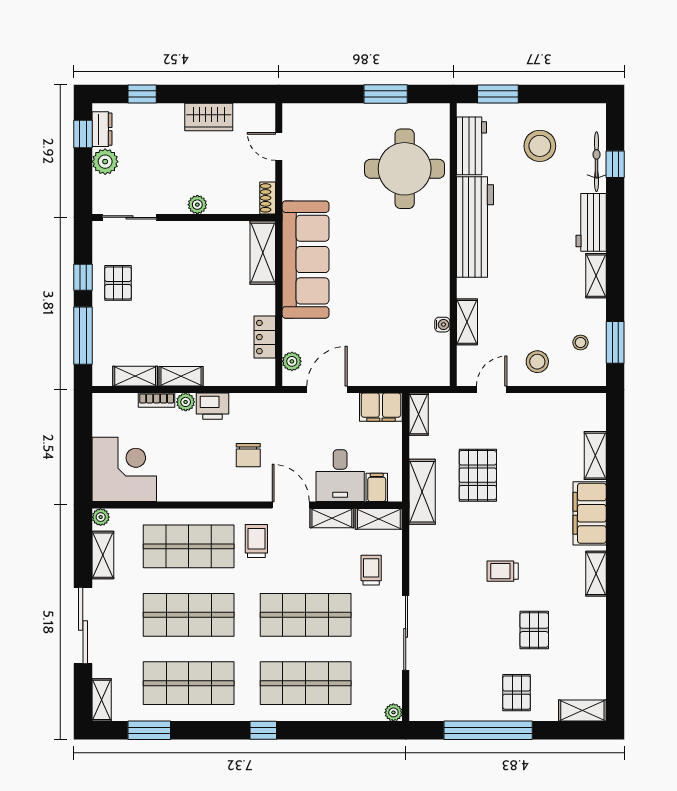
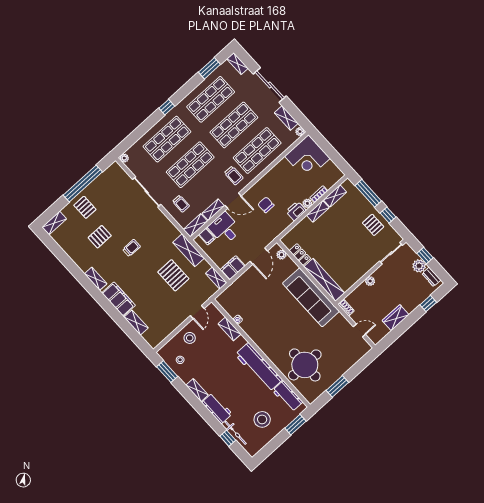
window: (83, 134) -> (425, 256), moved
shelving: (263, 253) -> (324, 280), width x1.47
pallet: (534, 630) -> (100, 237), turned 90

